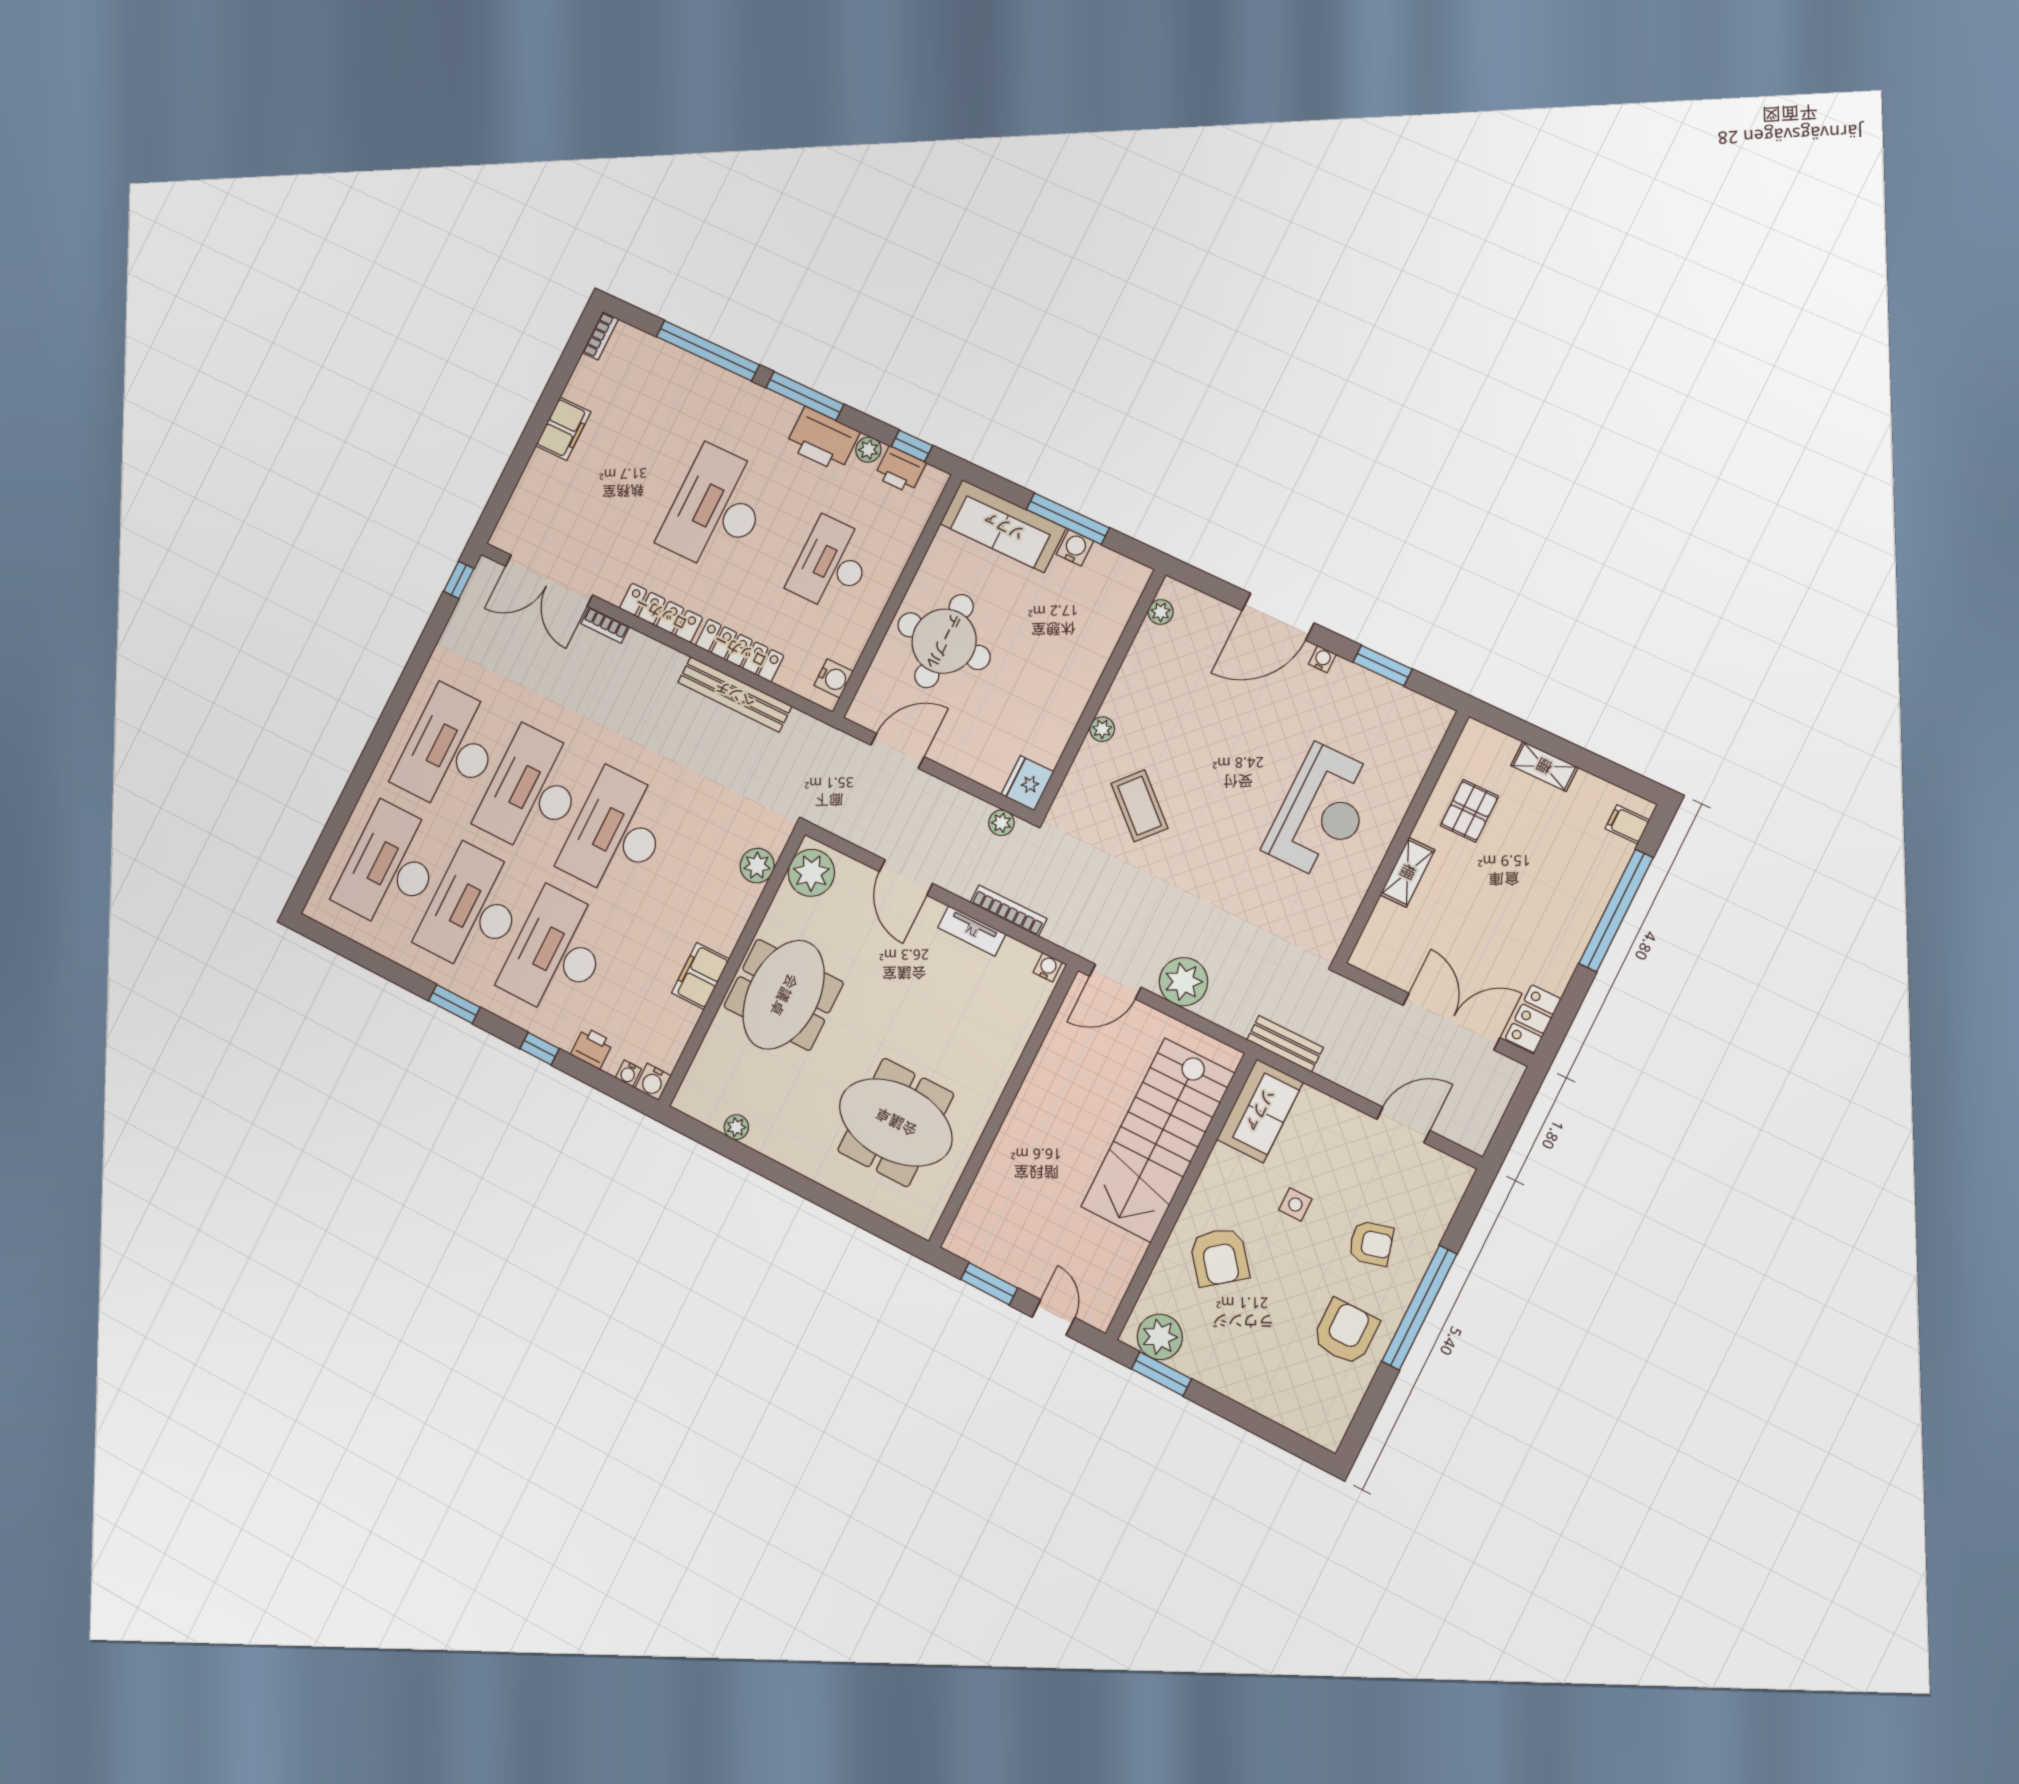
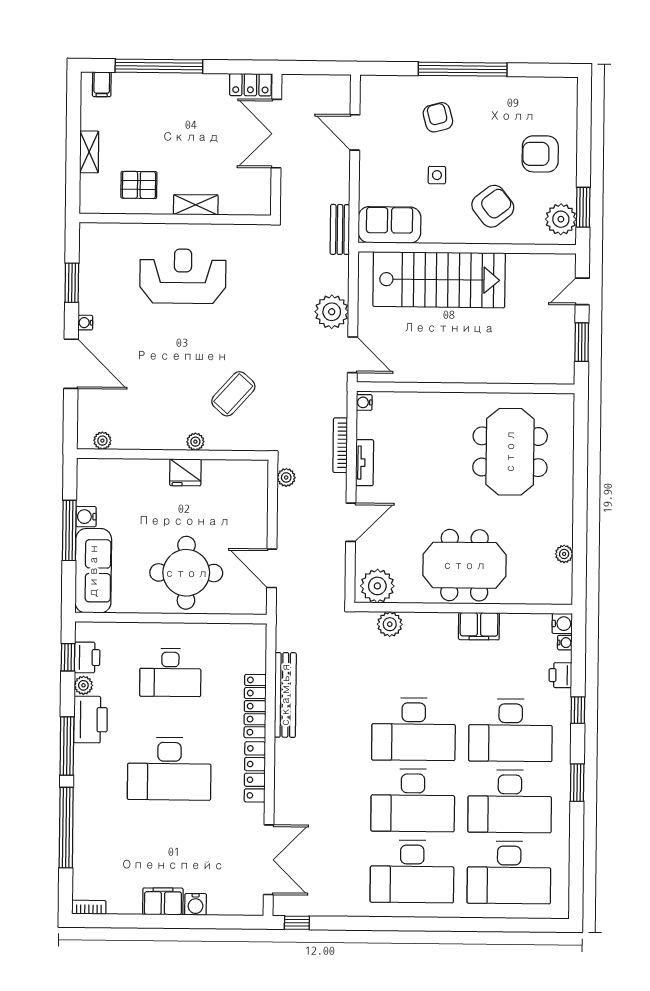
bookcase: (605, 625) -> (280, 806), removed
water cooler: (834, 678) -> (196, 904), moved, turned 180
fridge: (1027, 783) -> (185, 472), moved
armchair: (1346, 1332) -> (540, 154), moved

